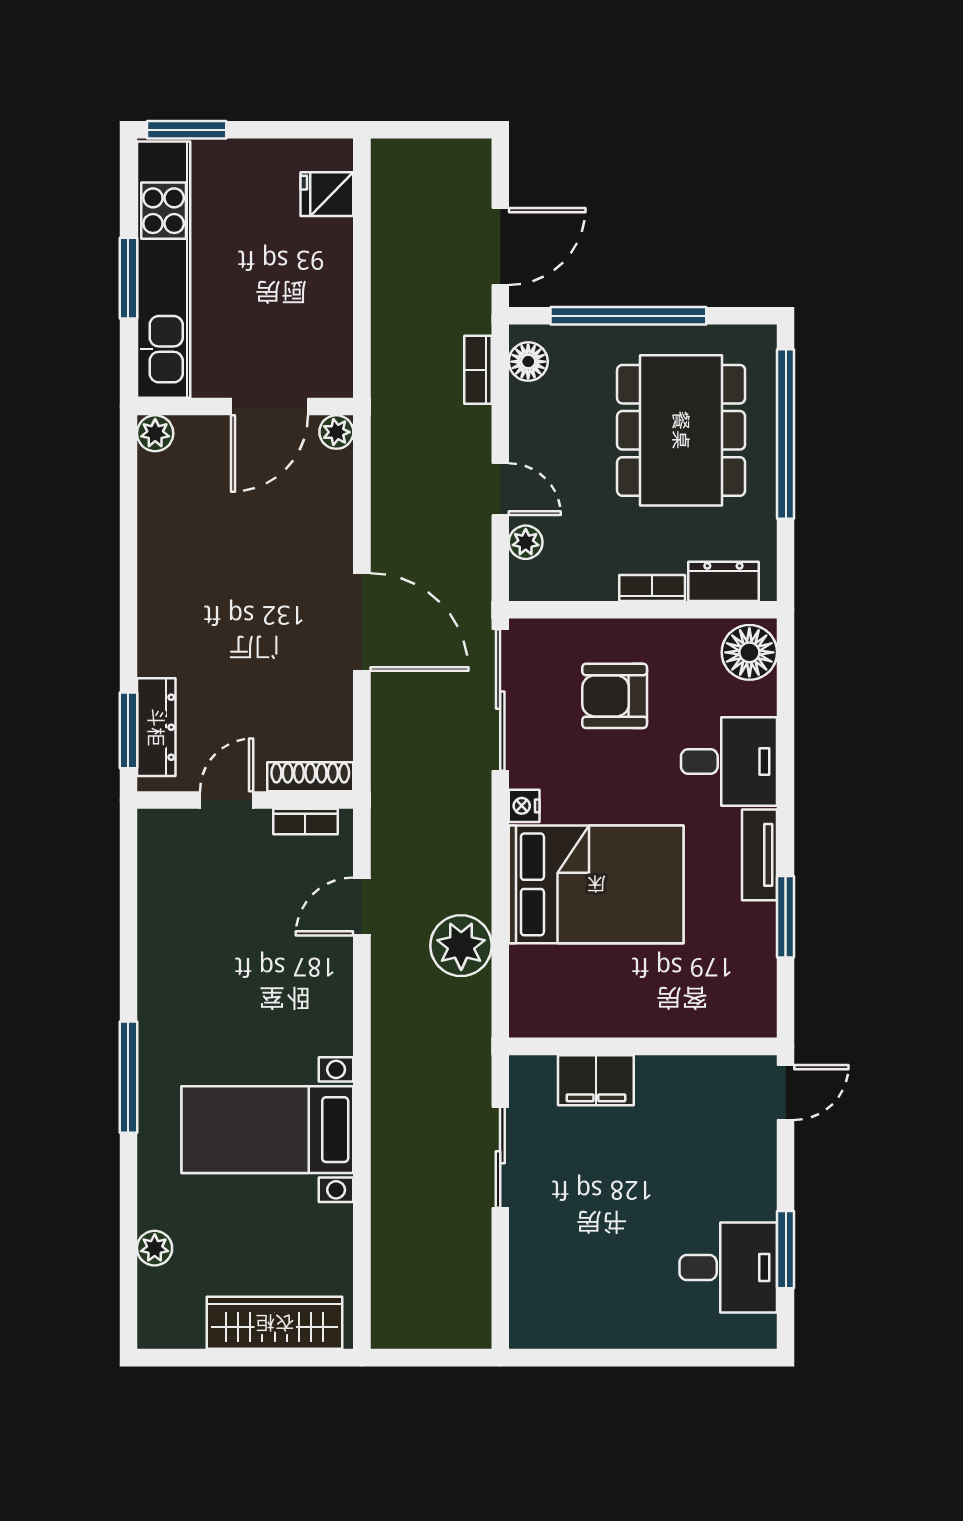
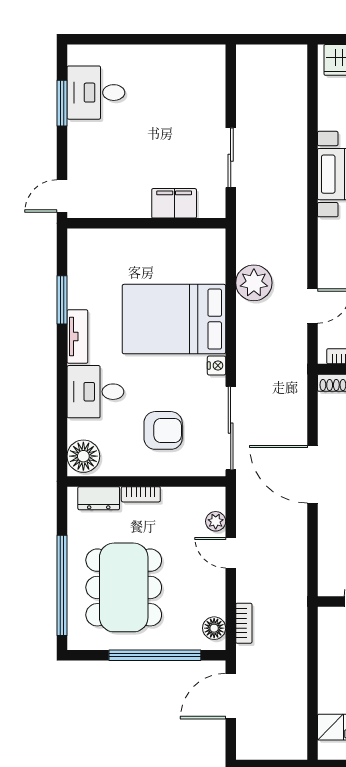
plant: (336, 432) -> (328, 586), removed

